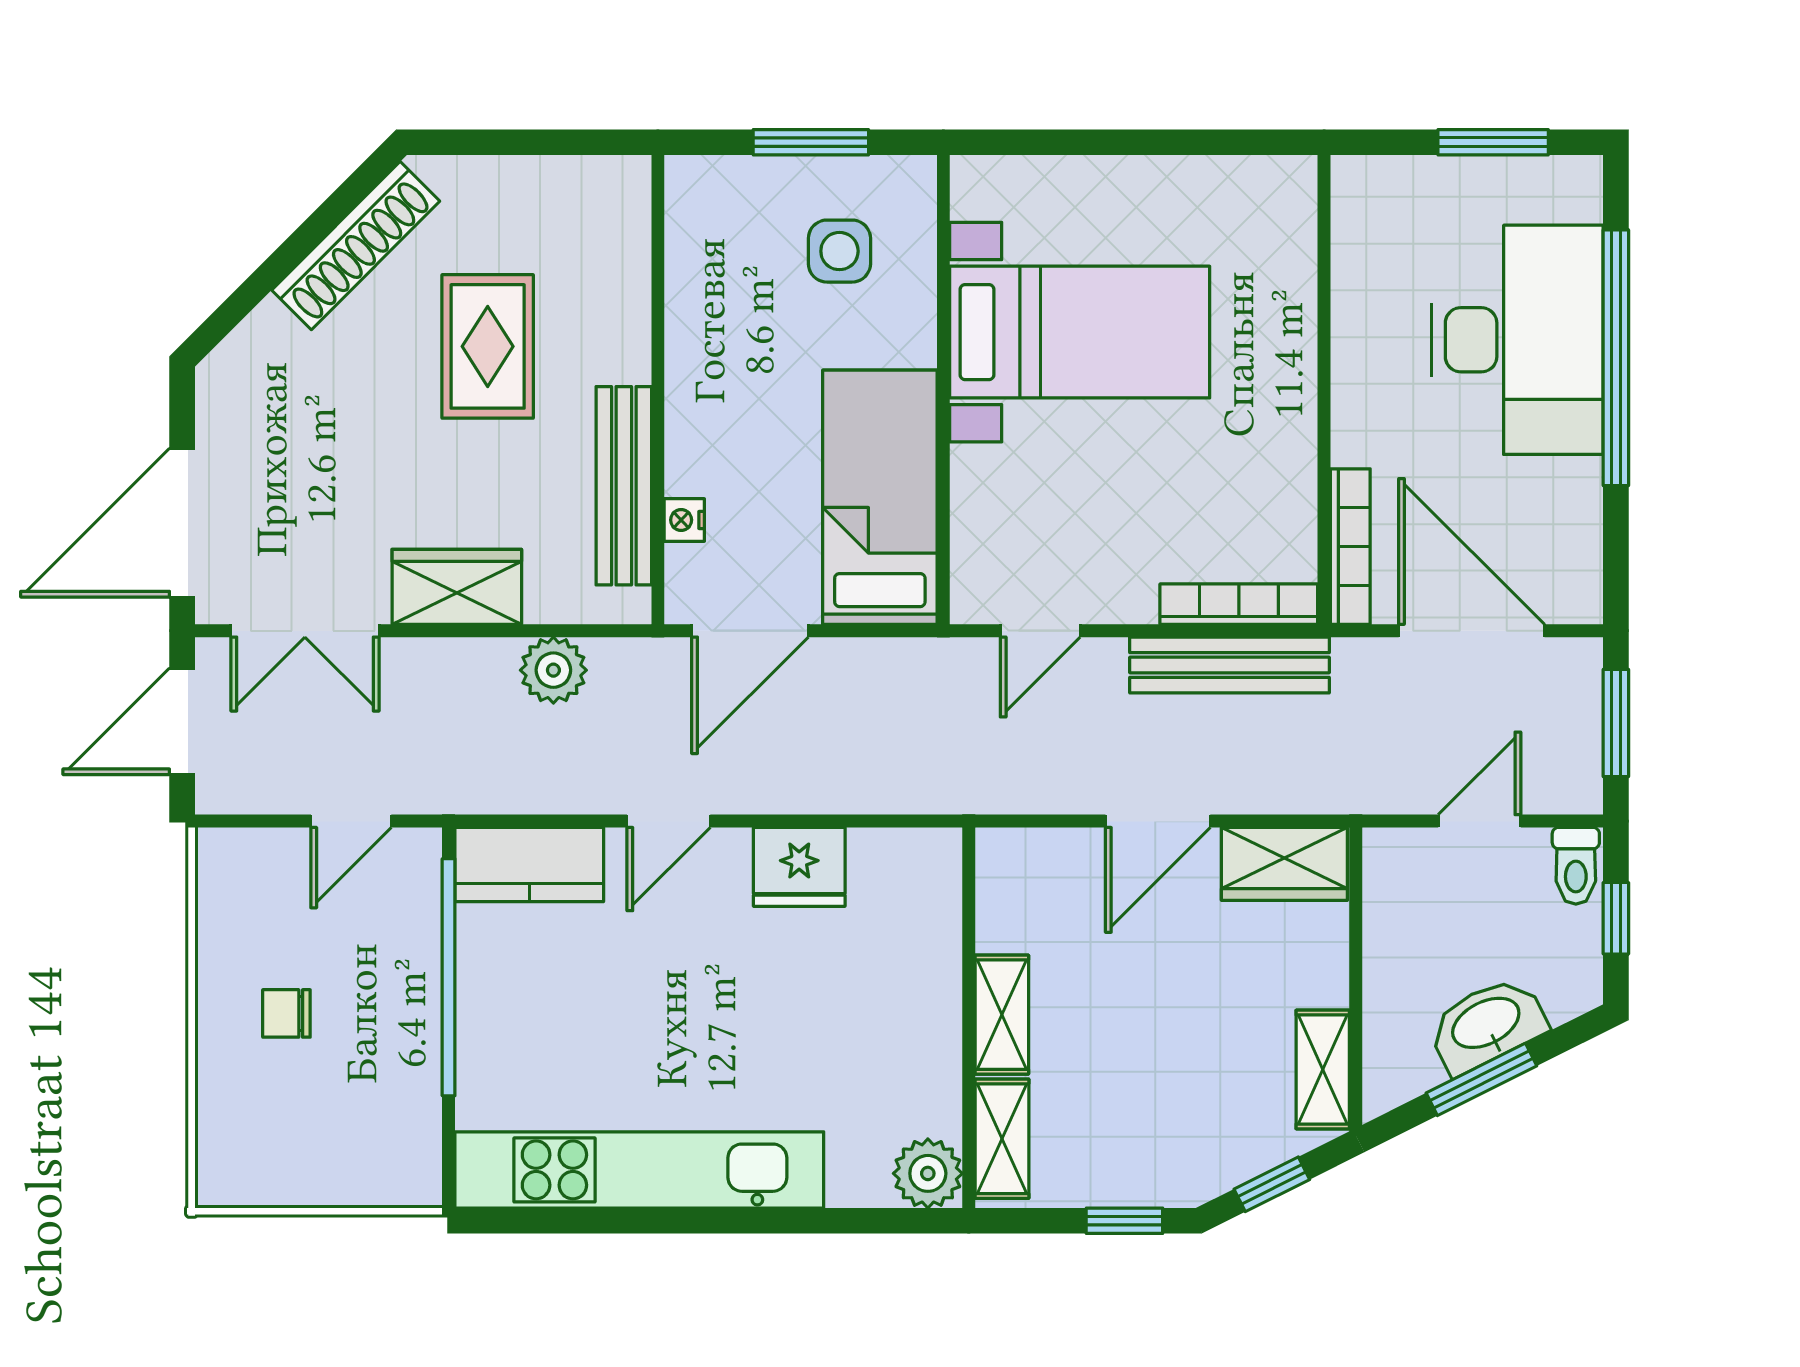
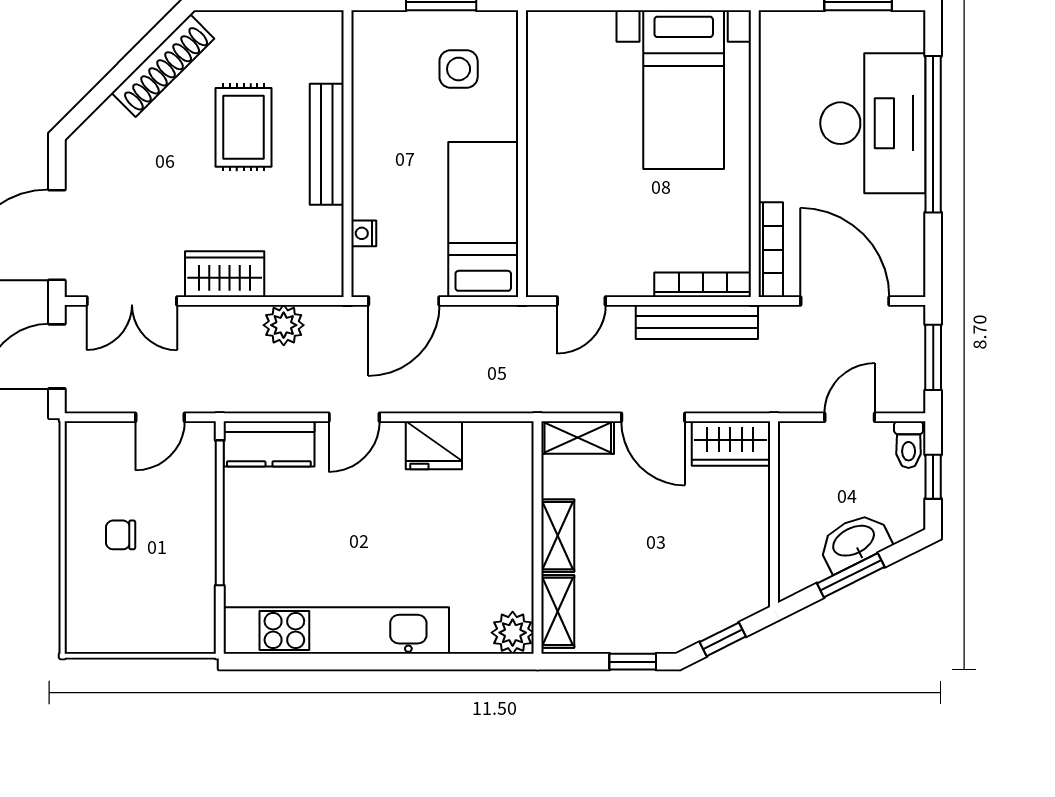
bed with nightstands: (1080, 332) -> (684, 90), moved, turned 90
bench: (624, 486) -> (327, 144), moved
door: (1158, 821) -> (653, 417), hinge flipped
shelving: (1323, 1070) -> (578, 438), moved, turned 90

